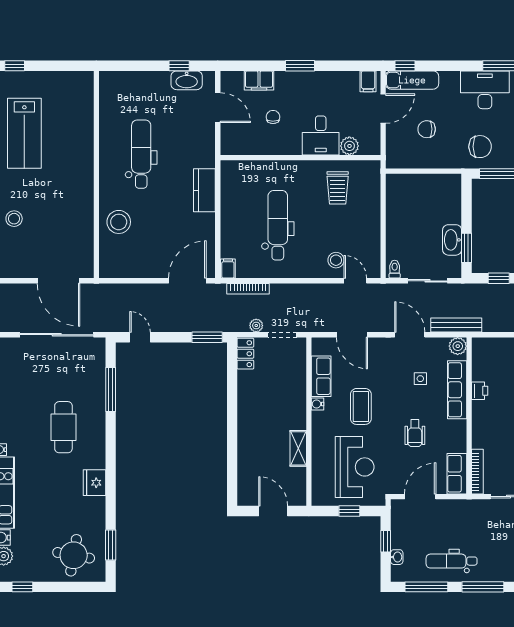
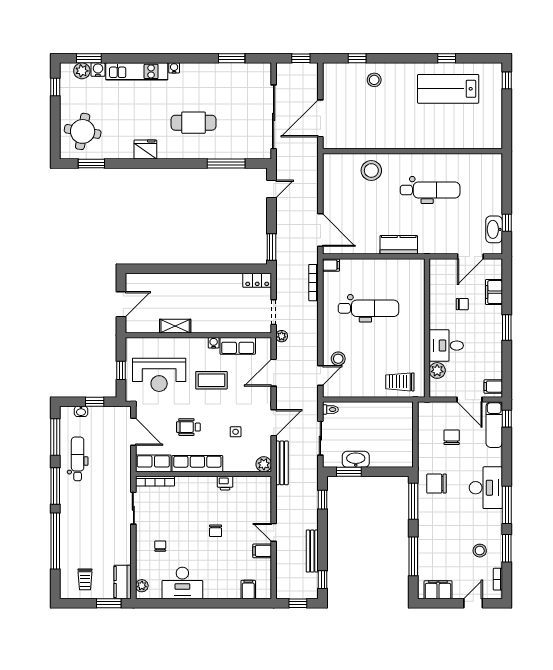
chair: (480, 147) -> (437, 484), turned 91
trolley: (338, 188) -> (400, 382), moved
plant: (256, 326) -> (282, 336), moved
row of seats: (457, 390) -> (197, 464), moved

